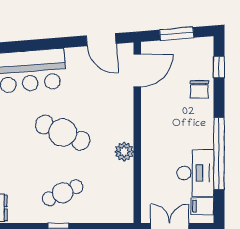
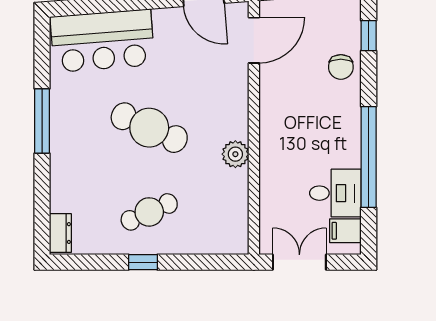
desk: (195, 173) -> (335, 193), width x0.73

